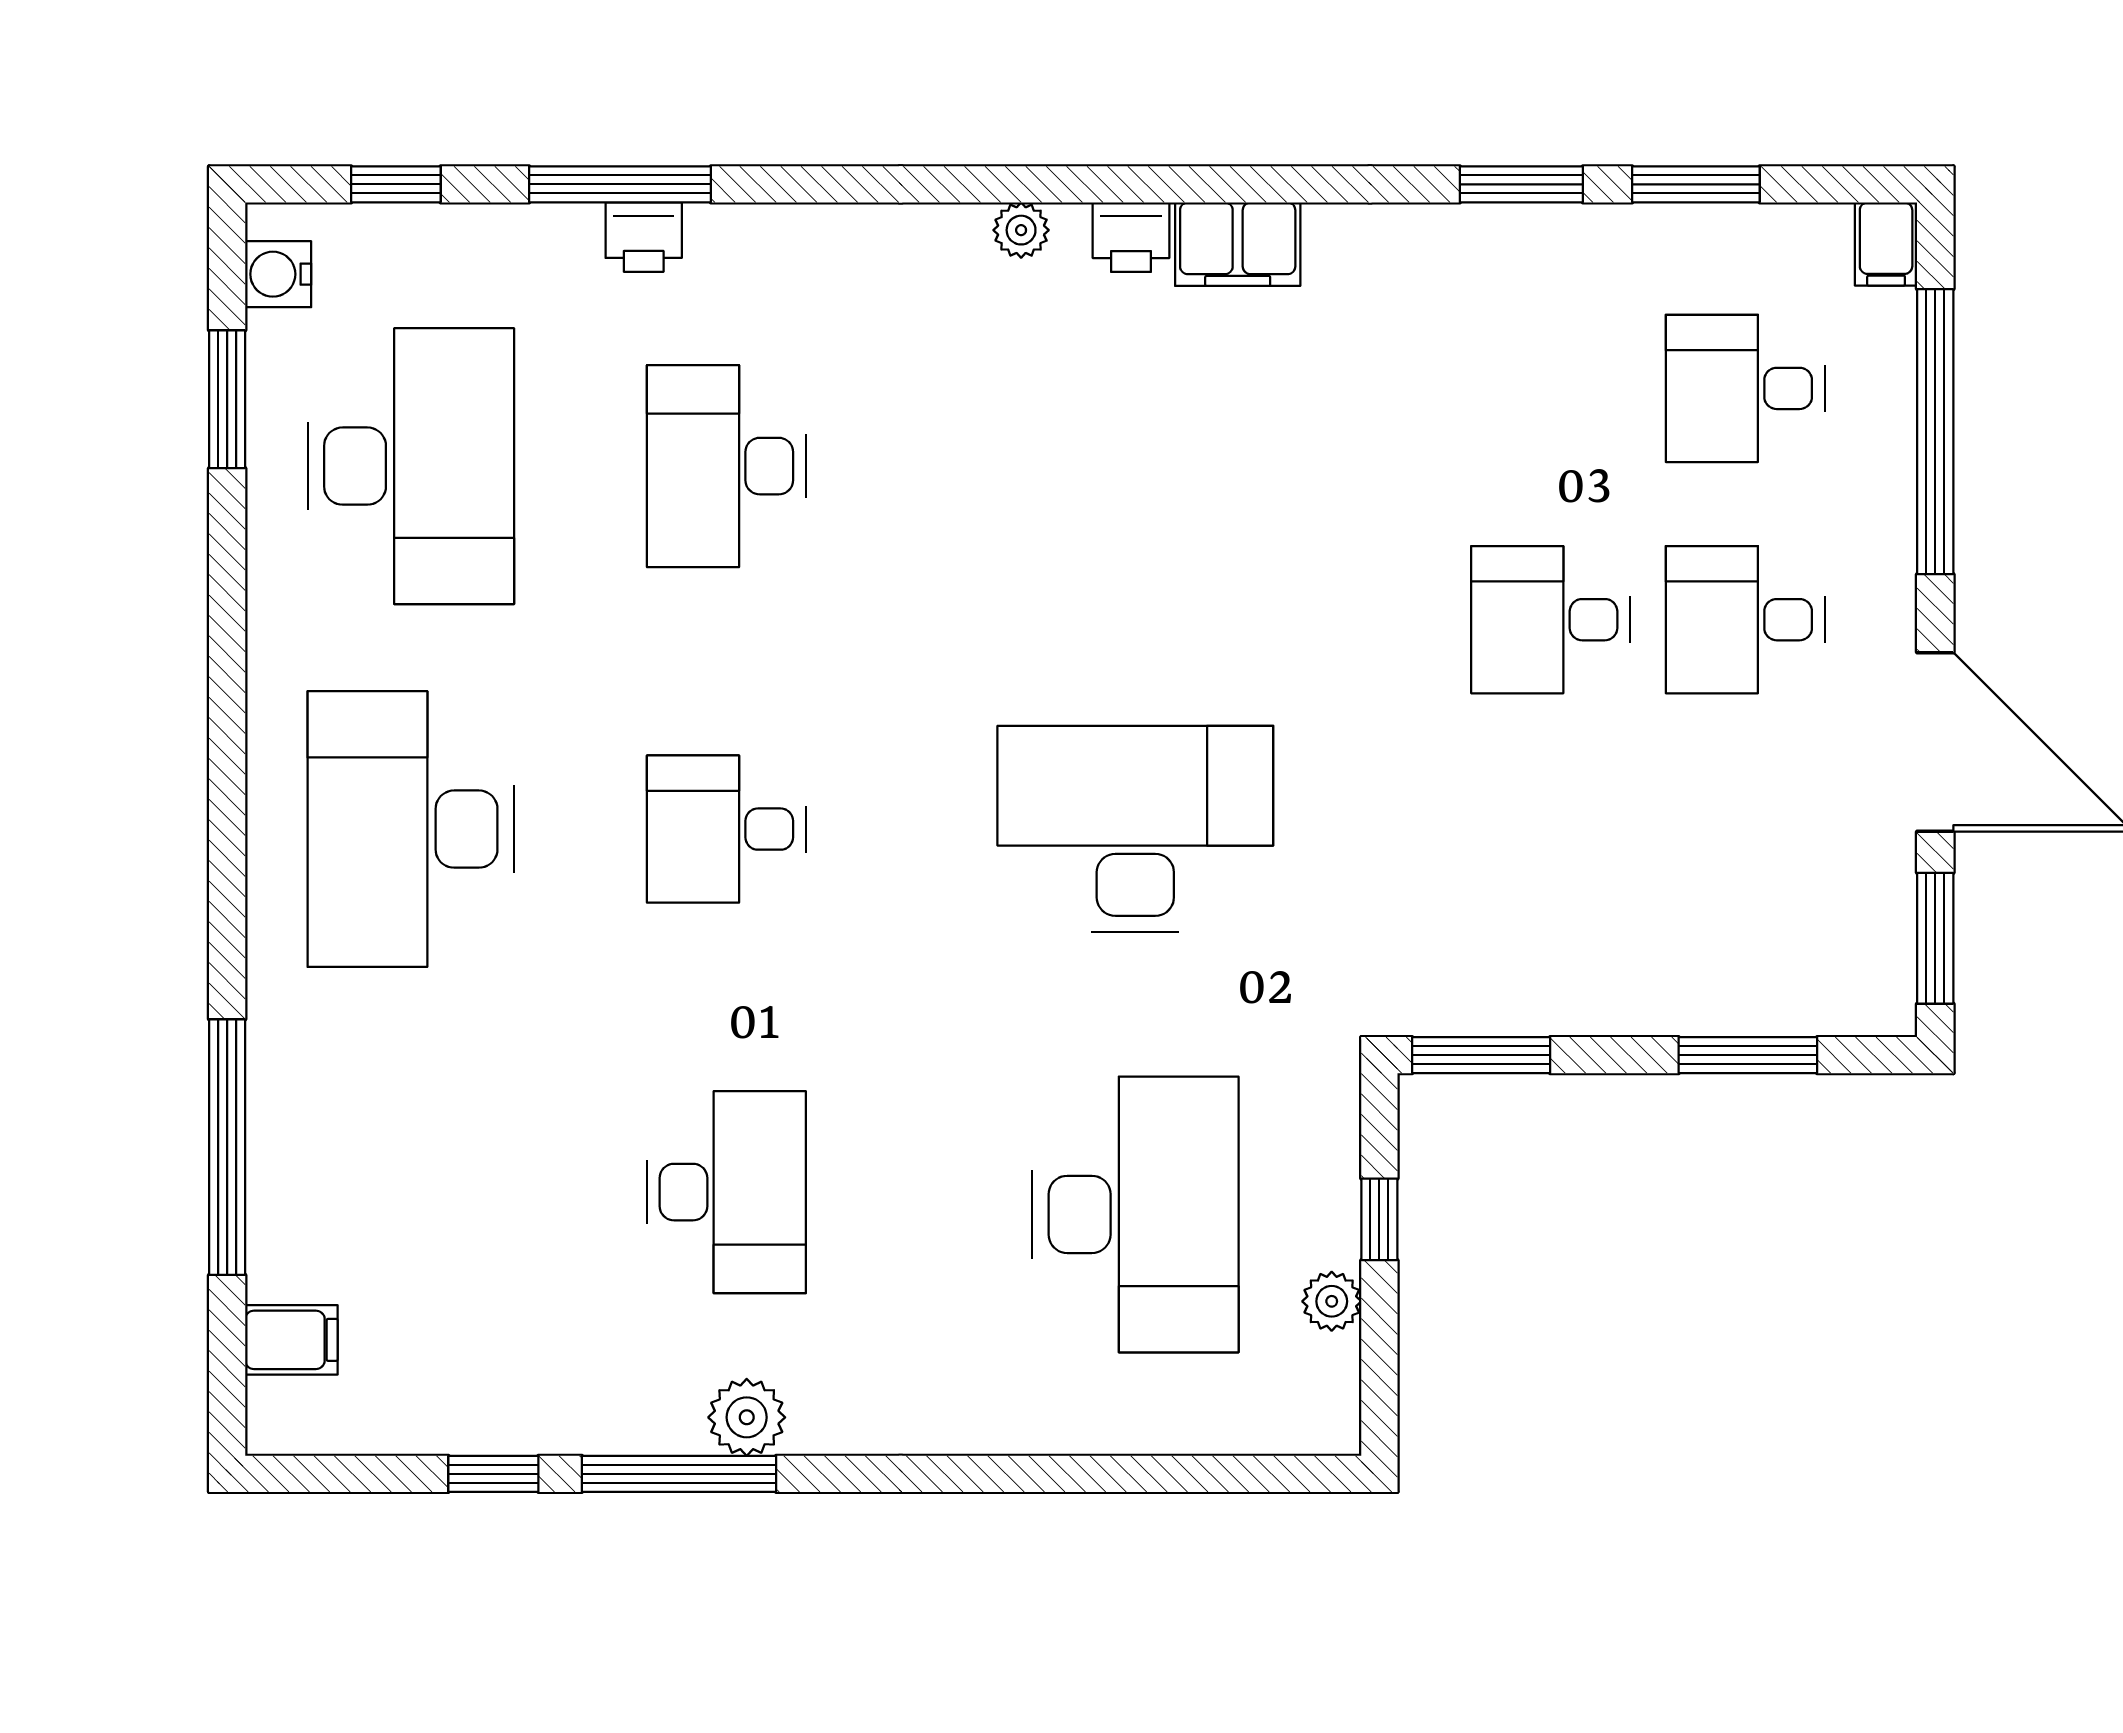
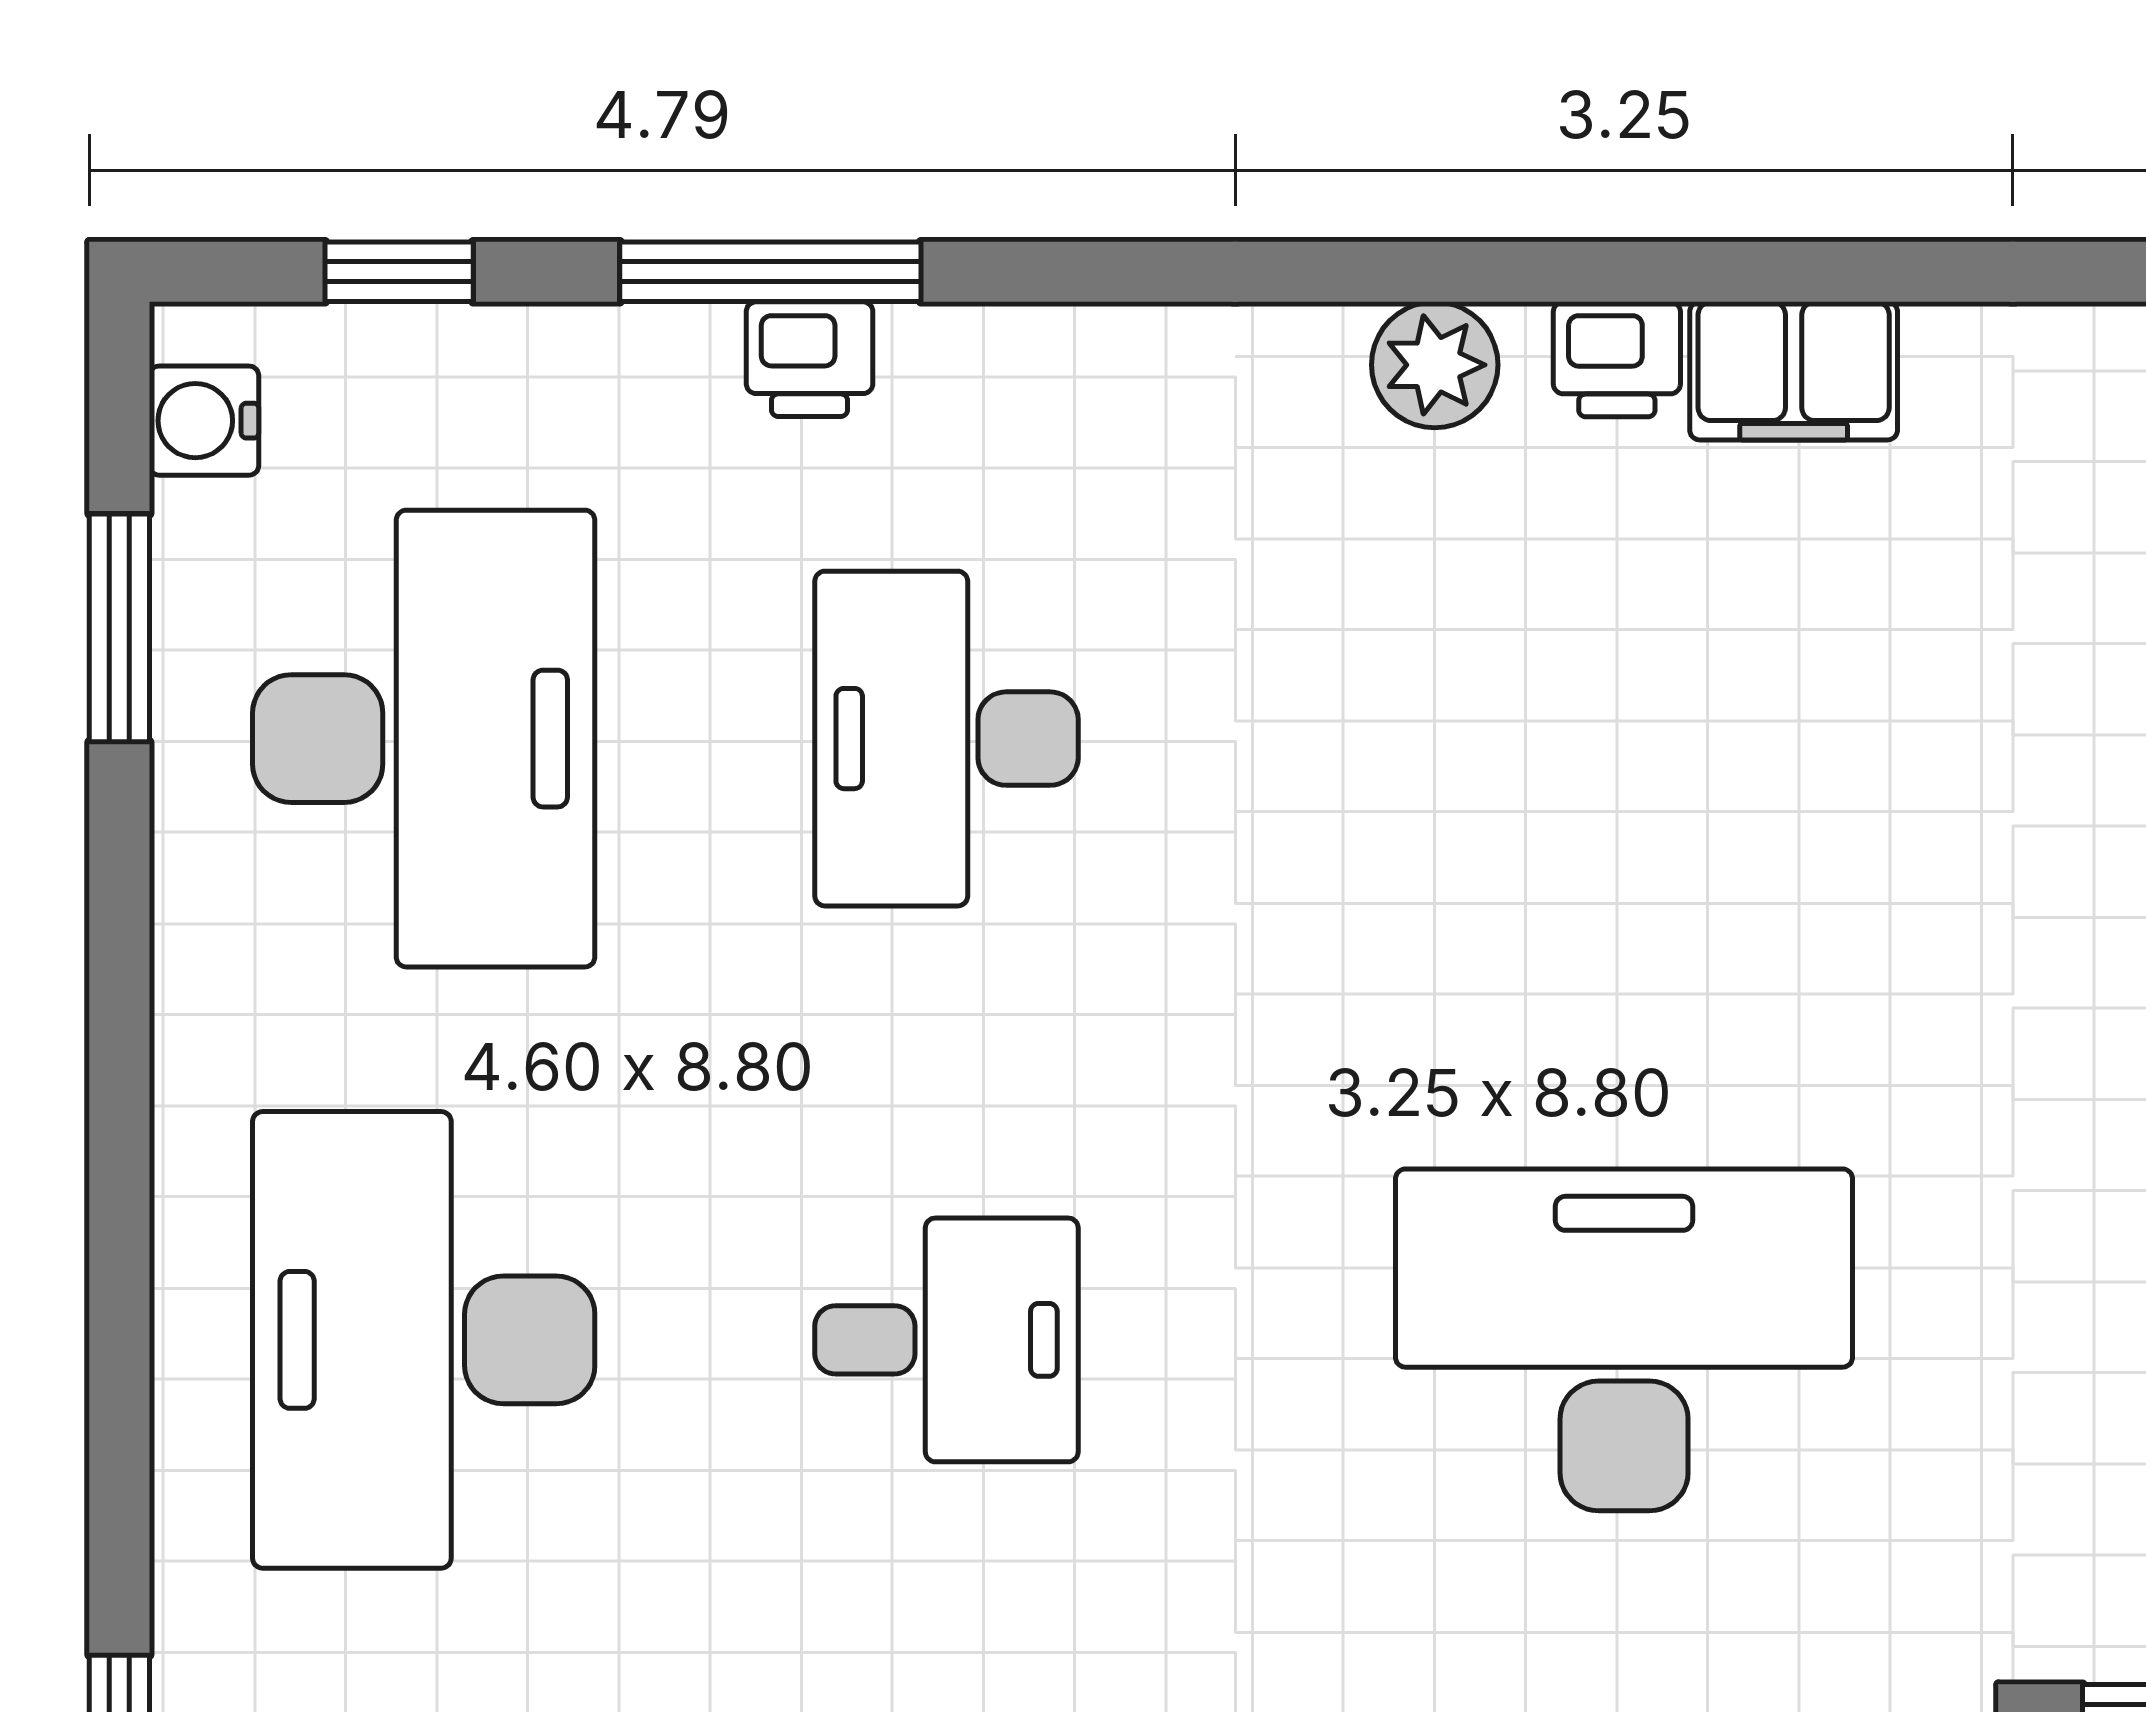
plant: (1021, 230) -> (1435, 365), width x1.38, depth x1.38
desk: (726, 829) -> (947, 1340), turned 180

